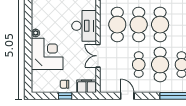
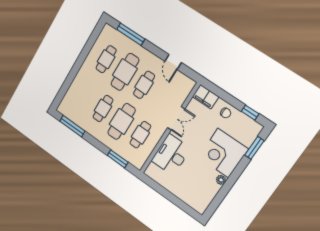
cafe table: (117, 25) -> (140, 135), width x0.73, depth x0.74
cafe table: (160, 25) -> (103, 108), width x0.73, depth x0.74
window: (28, 73) -> (254, 148), added
window: (65, 96) -> (250, 112), moved

